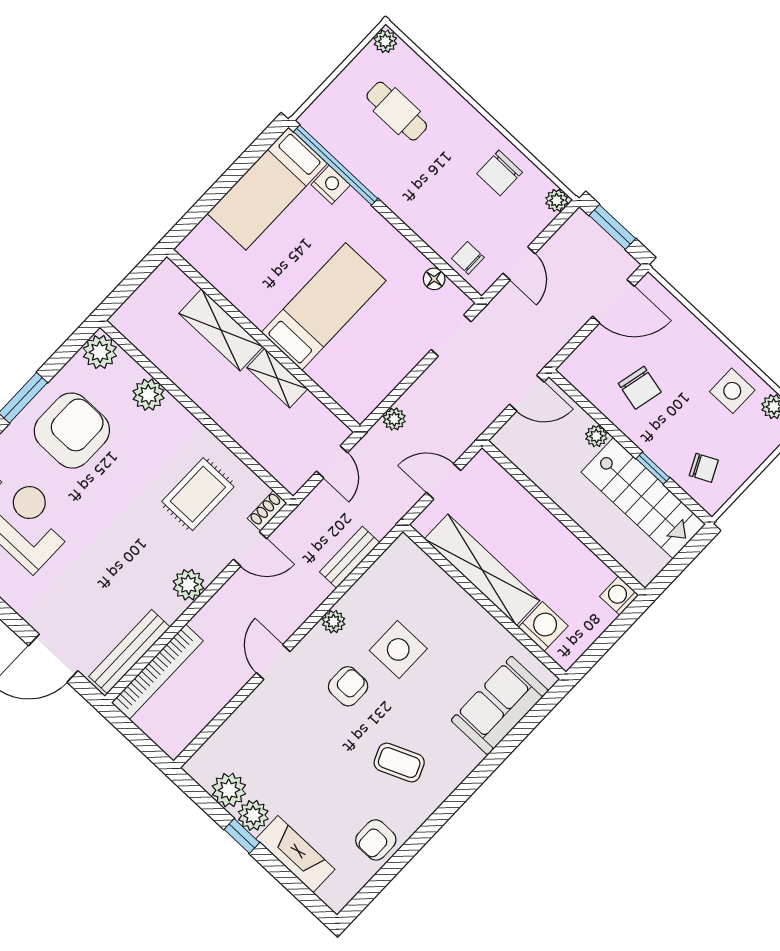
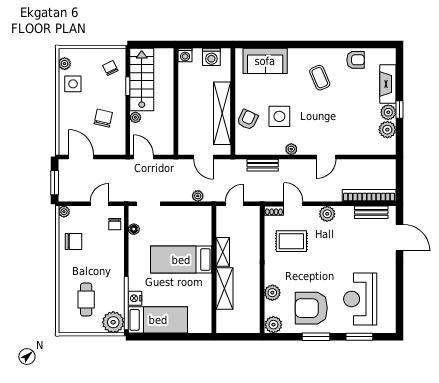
plant: (385, 41) -> (113, 322), moved, width x1.87, depth x1.87
washing machine: (543, 627) -> (211, 57), moved, turned -90
bench: (129, 652) -> (371, 212), width x0.73
armchair: (348, 686) -> (248, 120), moved, turned 115

